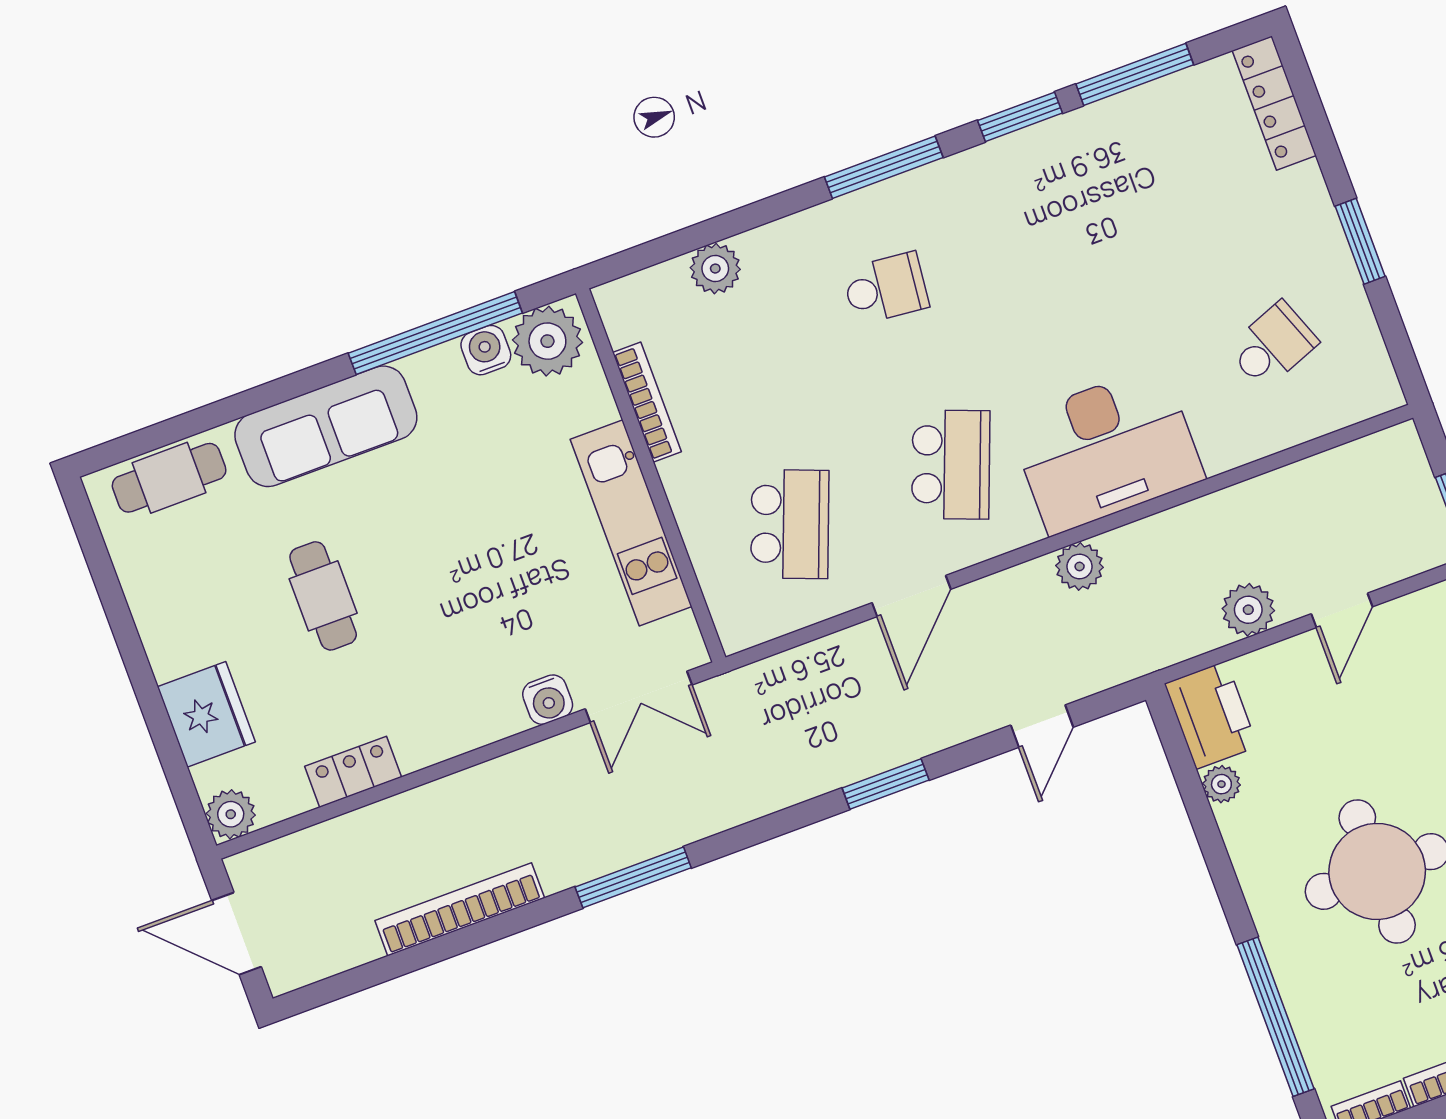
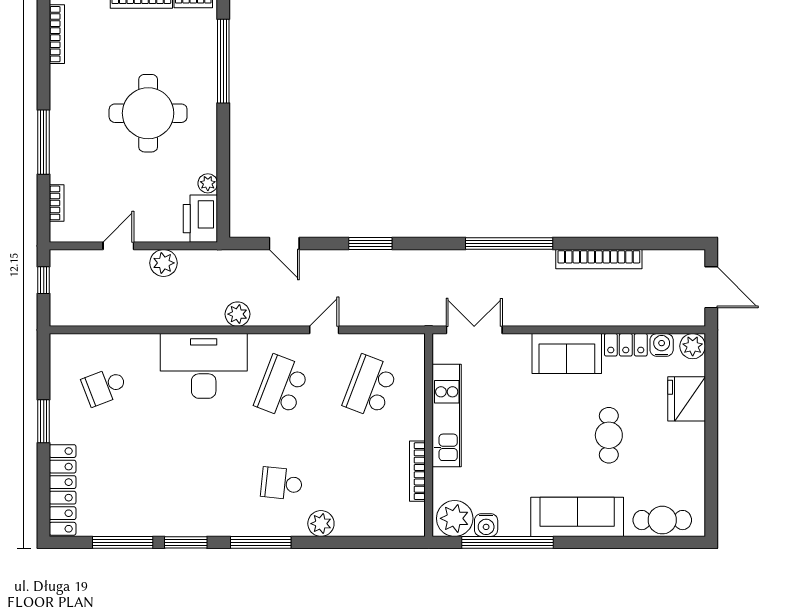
locker: (1274, 103) -> (63, 490), width x1.41, depth x1.21
plant: (715, 269) -> (321, 524), moved
door: (911, 596) -> (324, 330), width x0.73
water cooler: (548, 700) -> (662, 345), moved
sofa: (455, 716) -> (567, 353), added
door: (1042, 726) -> (284, 244), swing flipped
window: (633, 877) -> (509, 244), width x1.46

